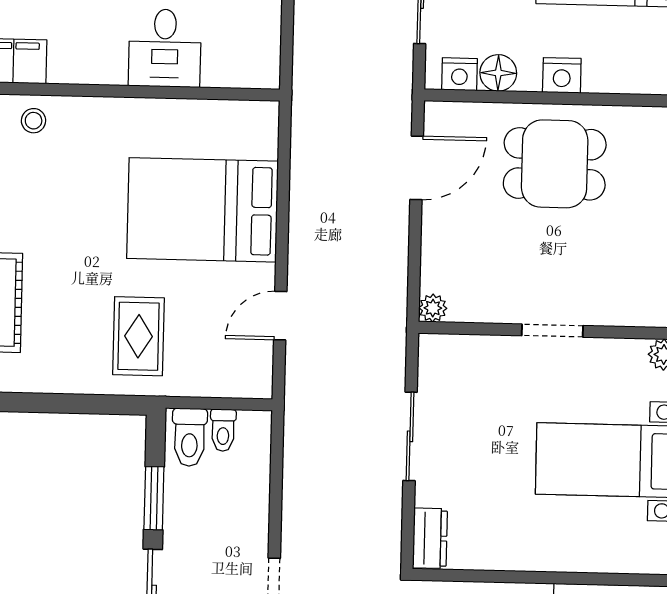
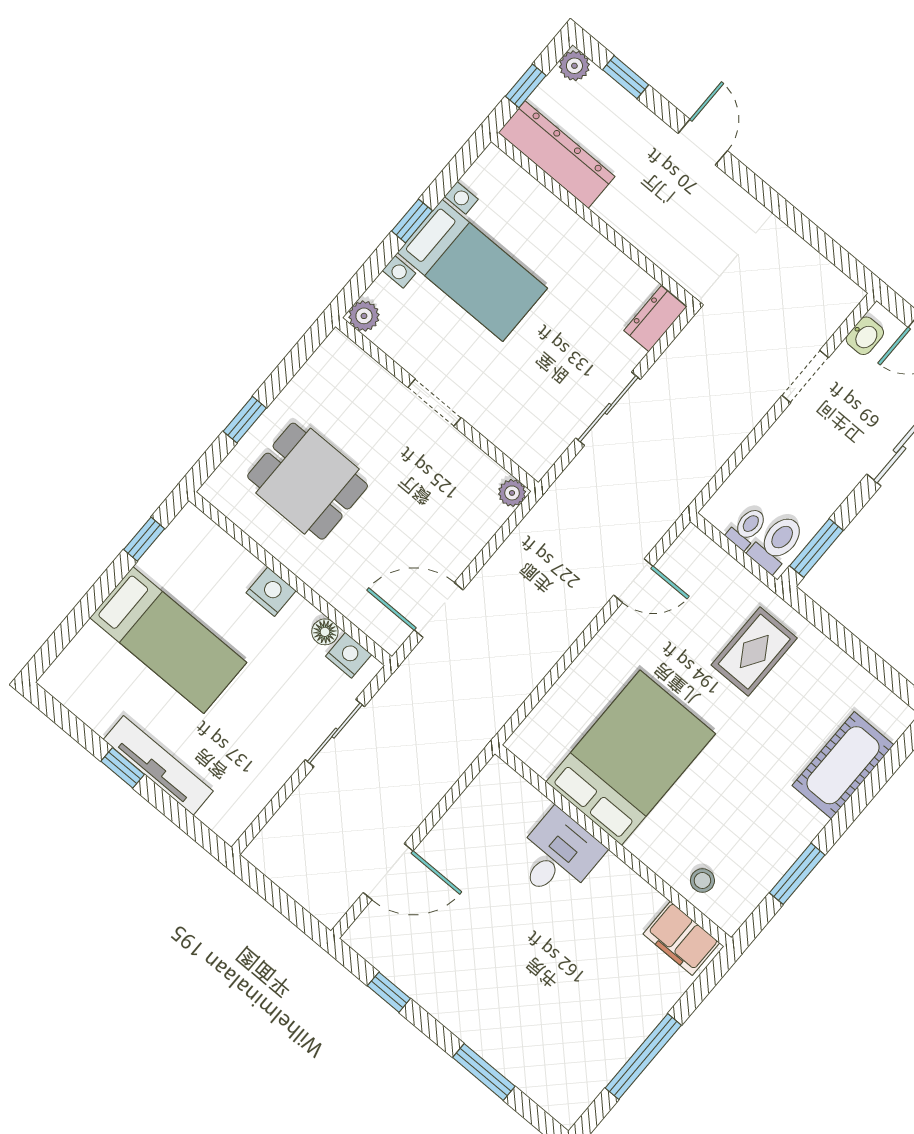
floor lamp: (498, 73) -> (325, 632), width x0.73, depth x0.73
dining table: (555, 164) -> (308, 481), moved
bed: (202, 210) -> (631, 758), moved, turned -90
window: (154, 498) -> (816, 548), moved

